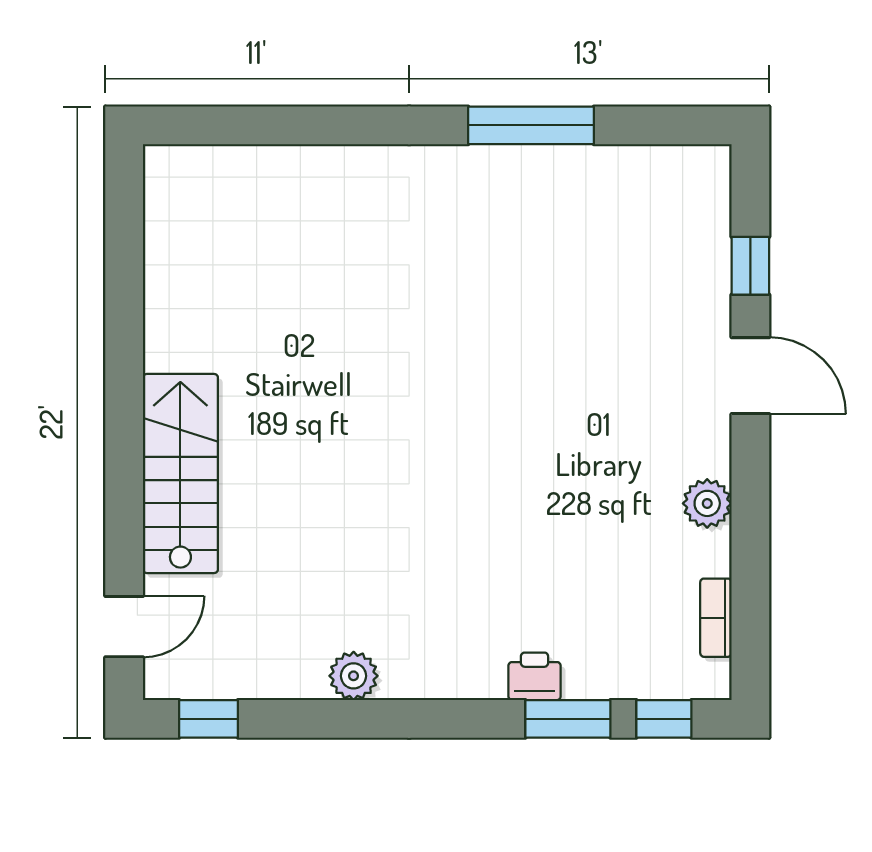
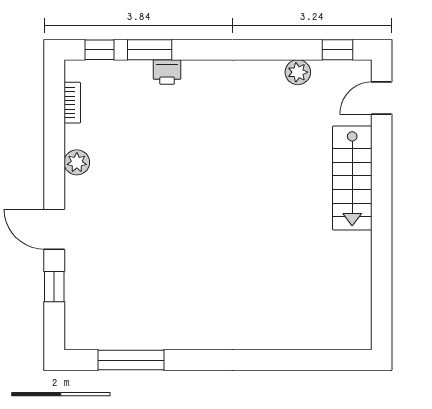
window: (531, 125) -> (131, 360), moved
plant: (354, 676) -> (298, 72), moved

